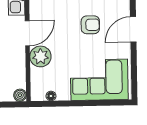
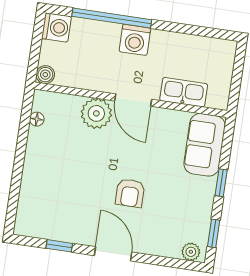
window: (134, 67) -> (59, 246), added
corner sofa: (99, 80) -> (49, 193), removed

